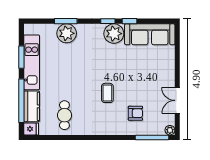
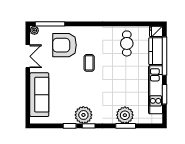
sofa: (150, 34) -> (39, 95), moved, turned 90
armchair: (135, 113) -> (65, 45), width x1.88, depth x1.88

